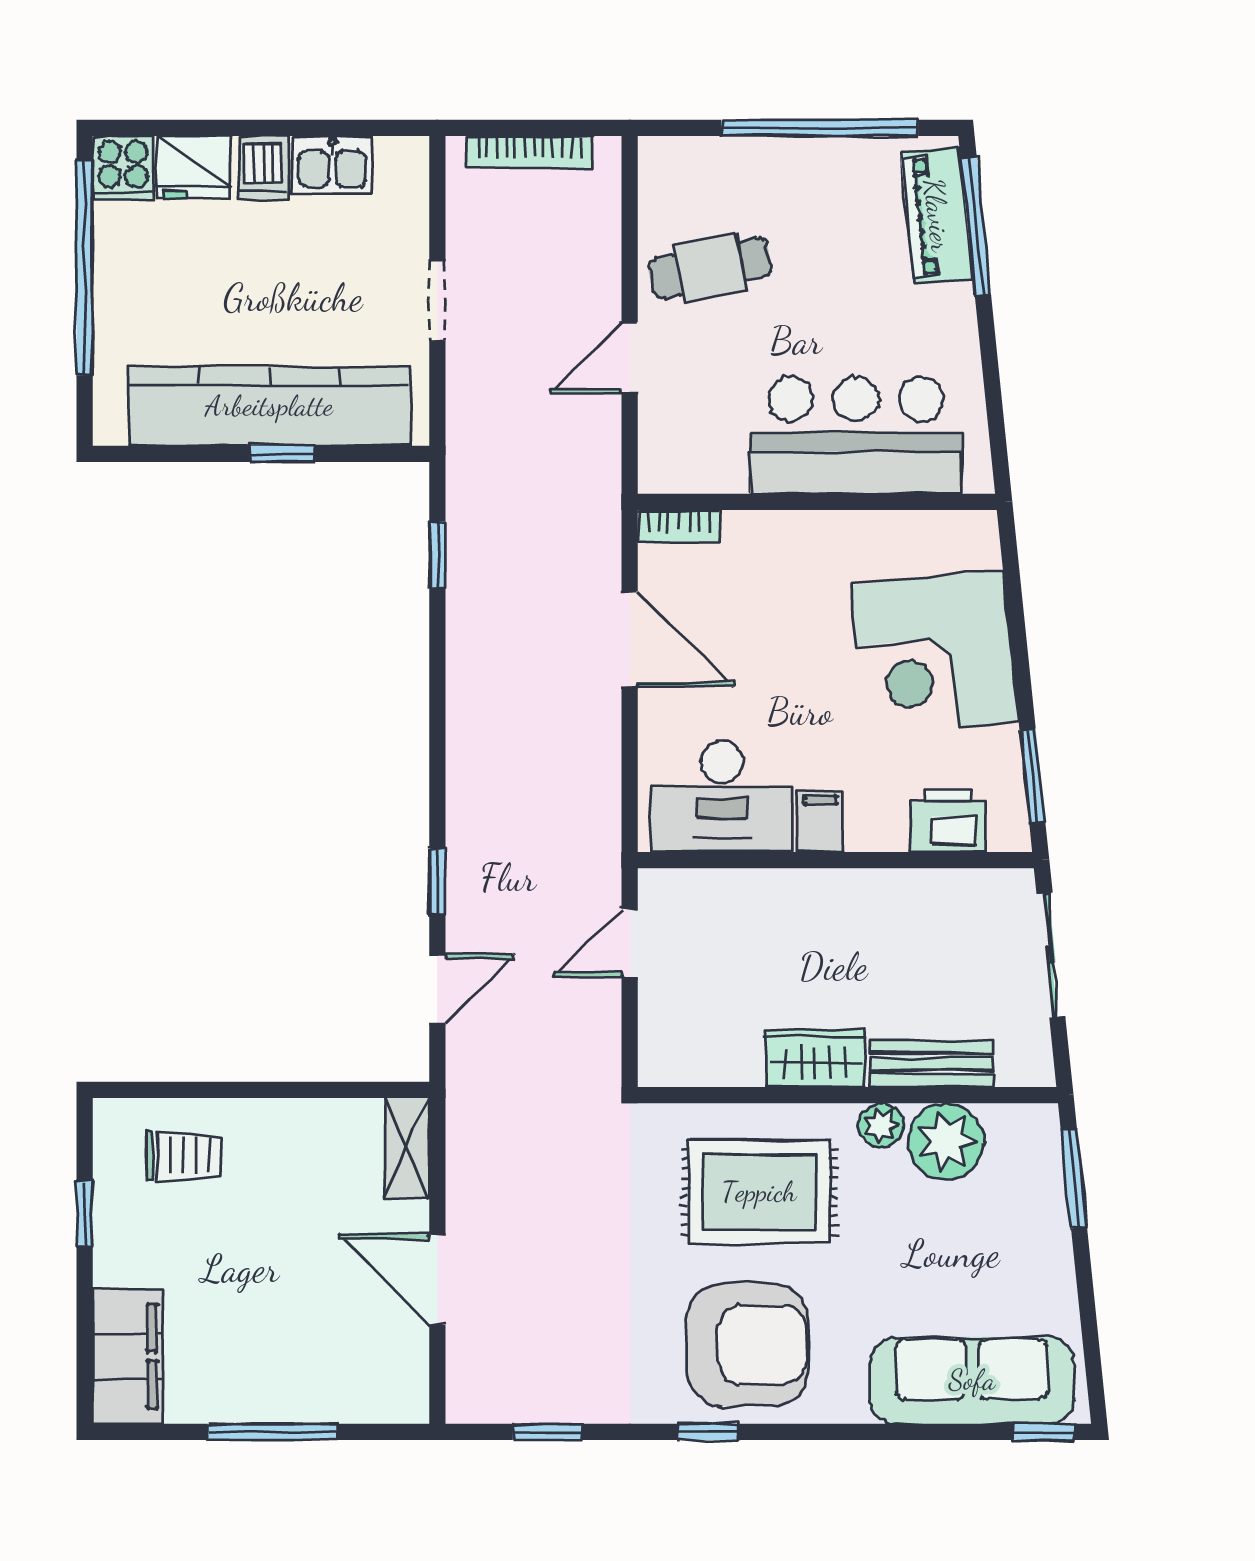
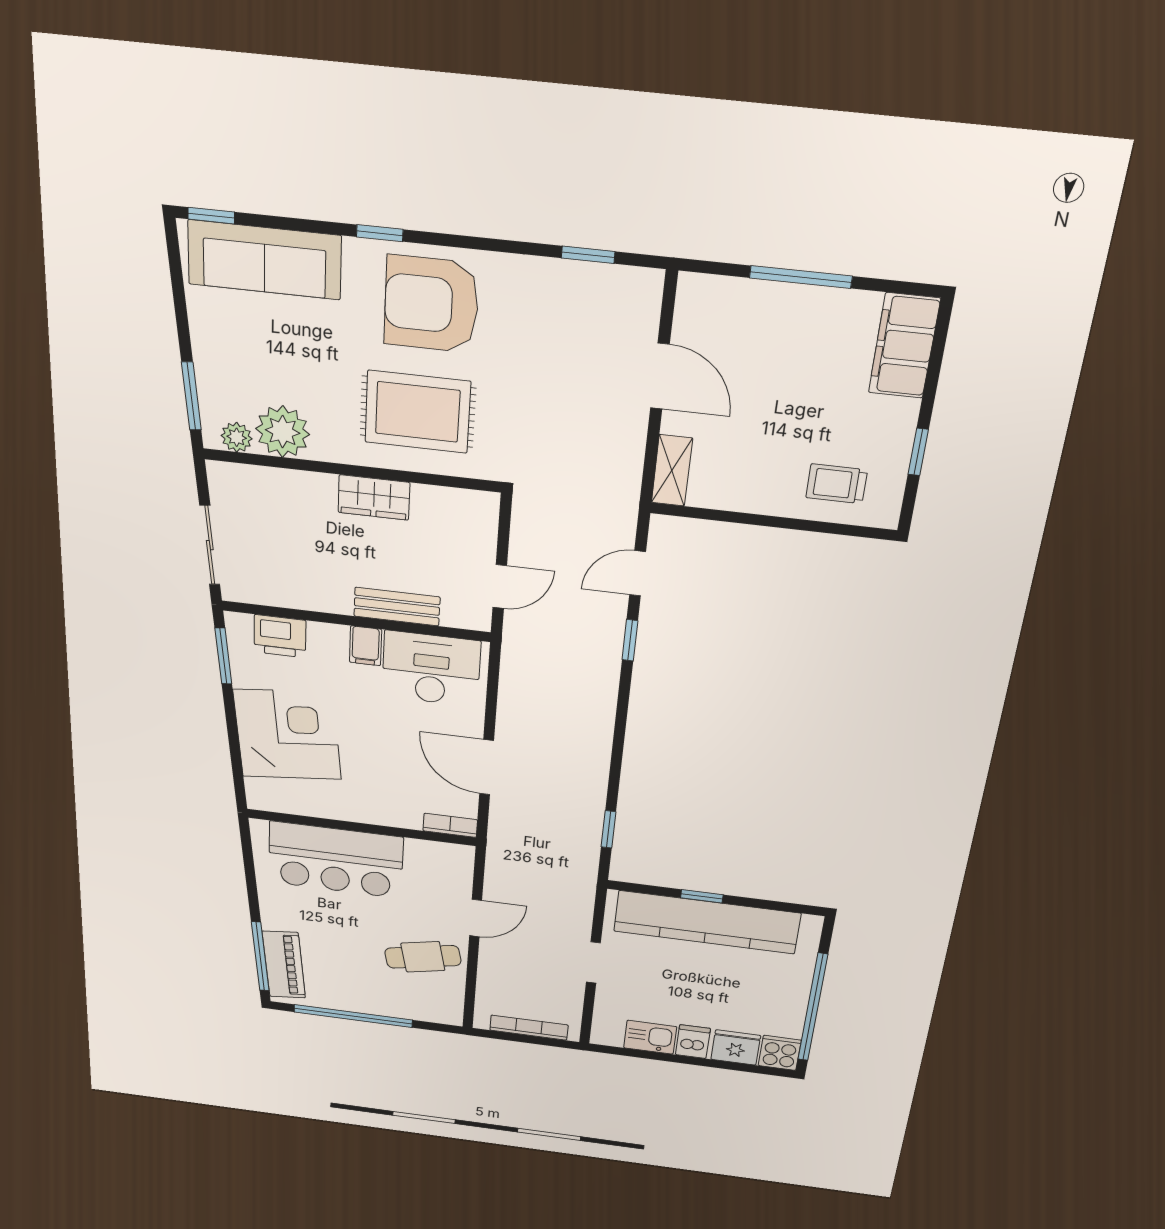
bench: (931, 1064) -> (397, 607), moved
plant: (881, 1125) -> (237, 437), moved
window: (708, 1432) -> (380, 233), moved

